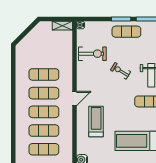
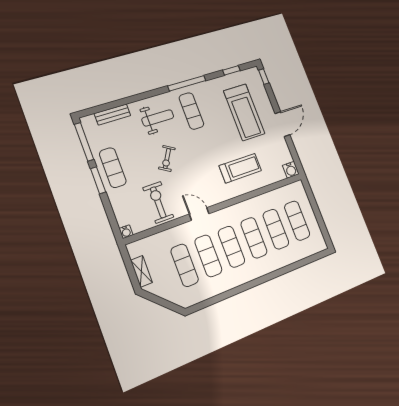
shelving: (62, 26) -> (141, 271), moved
exercise mat: (44, 56) -> (185, 265), added
door: (75, 98) -> (199, 214), moved
treadmill: (96, 121) -> (240, 168), turned 180

